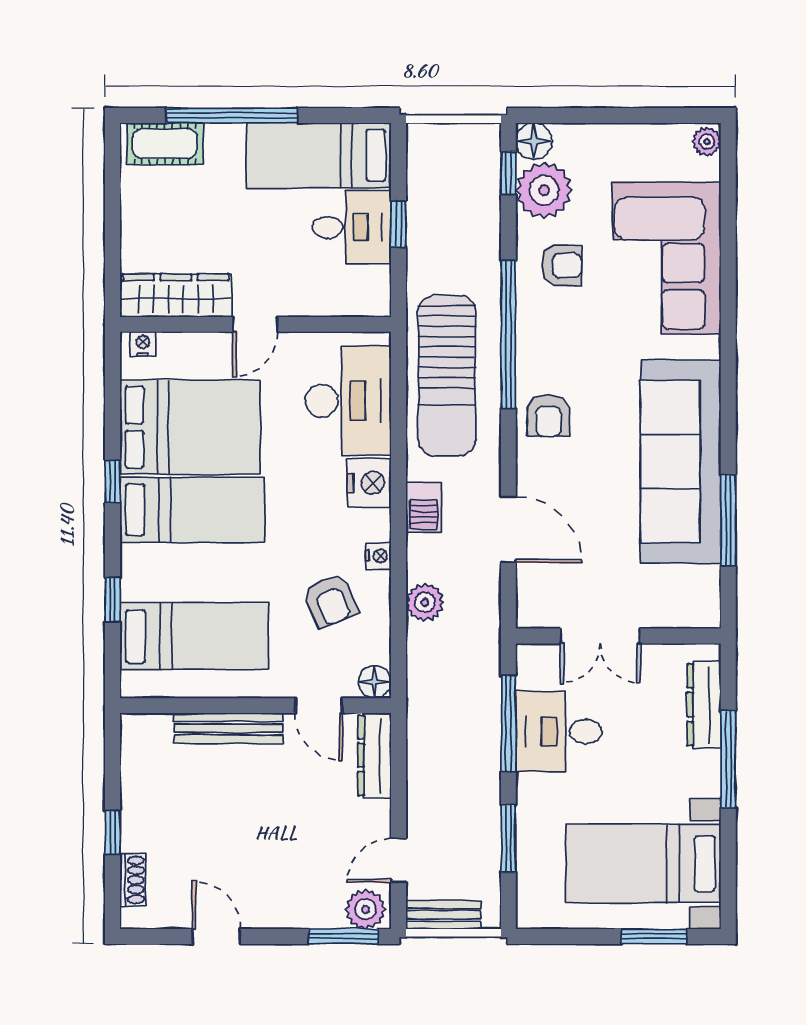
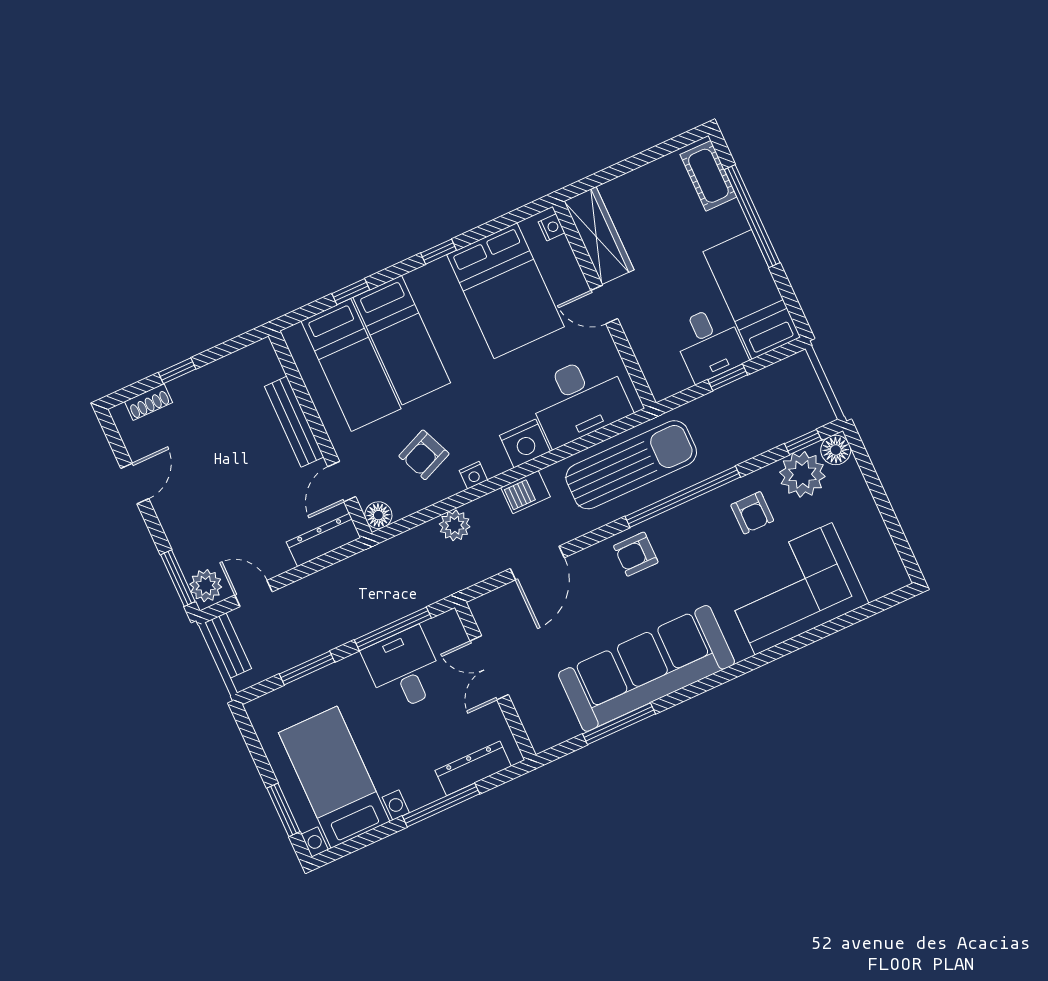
plant: (707, 142) -> (894, 579), removed
sun lounger: (447, 376) -> (631, 465), turned 180
bed: (192, 510) -> (402, 340), moved

